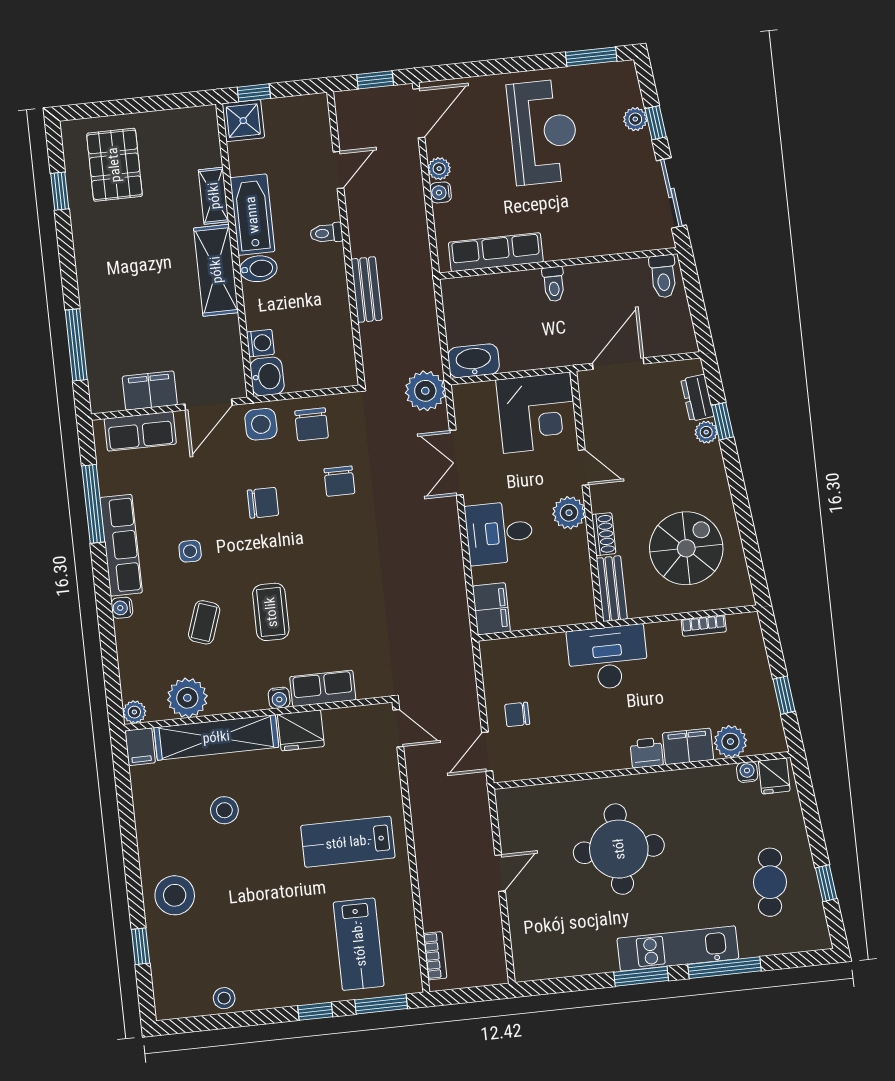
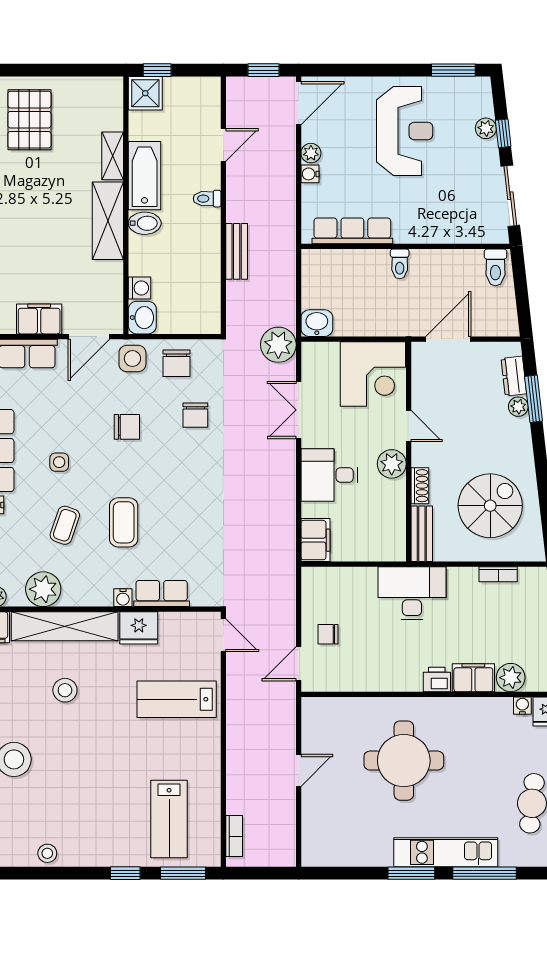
washbasin: (474, 361) -> (317, 323), width x0.72
window: (723, 421) -> (534, 399), width x1.50
lab bench: (348, 842) -> (177, 699), moved

